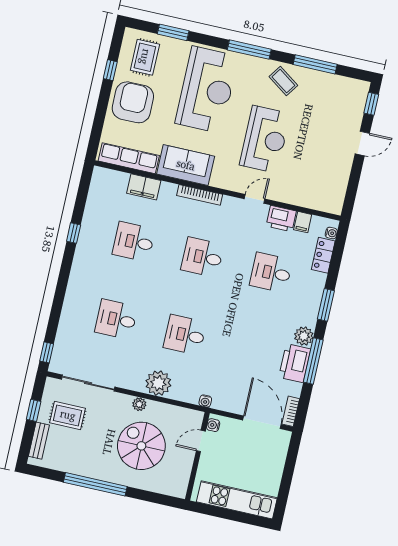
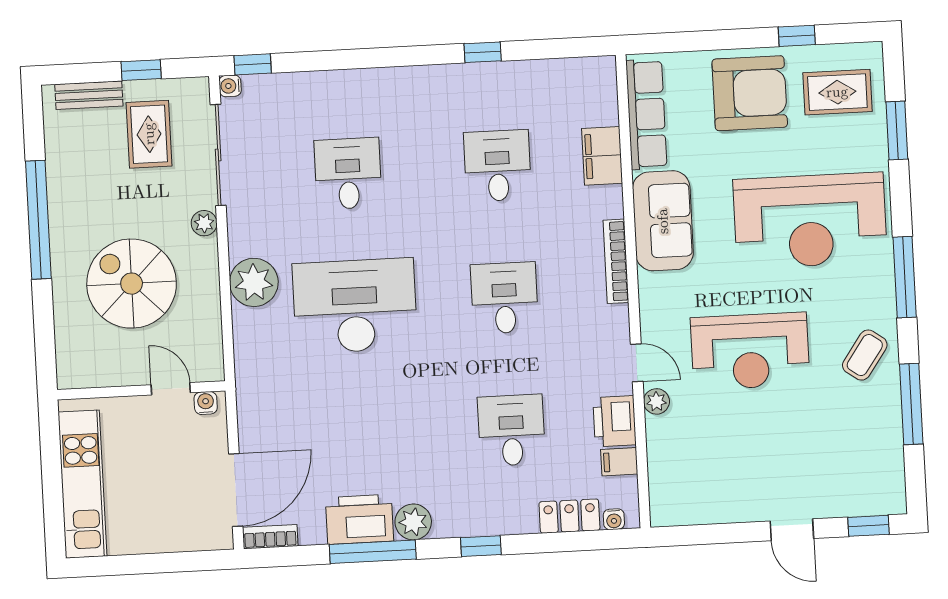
plant: (277, 194) -> (656, 401), added
window: (326, 305) -> (481, 546), width x0.67
desk: (185, 335) -> (355, 306), width x1.87, depth x1.30
water cooler: (205, 401) -> (230, 86), moved
plant: (139, 404) -> (204, 223), moved
spiral stairs: (141, 446) -> (132, 284), turned -90

